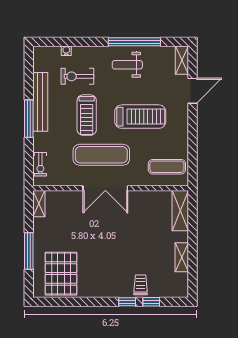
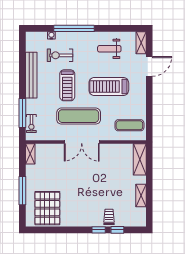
window: (134, 42) -> (74, 28), moved
weight bench: (127, 65) -> (109, 49), moved
treadmill: (140, 117) -> (109, 86), turned 180
window: (29, 119) -> (22, 113), moved

